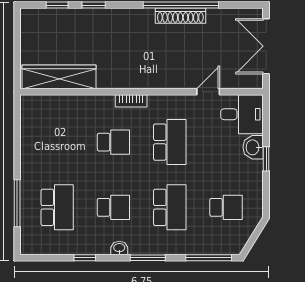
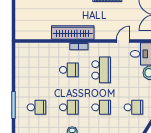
wardrobe: (59, 77) -> (73, 32), moved
school desk: (57, 207) -> (37, 107), width x0.54
school desk: (170, 207) -> (101, 107), width x0.54

